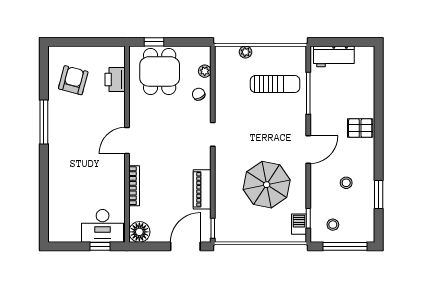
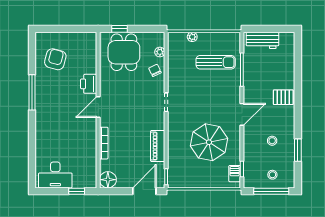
printer: (115, 79) -> (89, 84), moved
stool: (333, 225) -> (272, 175), moved
desk: (103, 226) -> (55, 175), moved

